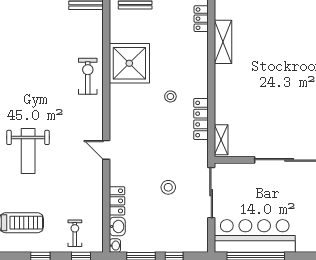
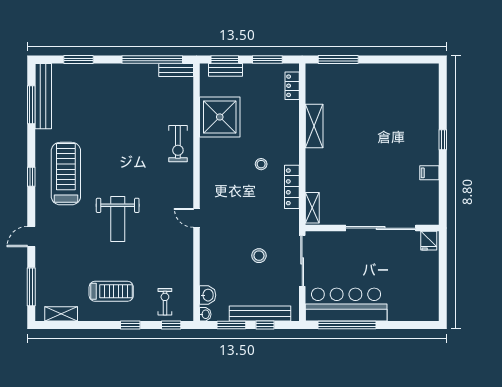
shelving: (223, 42) -> (314, 126), moved
shower: (129, 63) -> (220, 117), moved
exercise bike: (88, 76) -> (178, 144), turned 180
locker: (117, 201) -> (207, 269), removed
bench: (169, 245) -> (260, 314), added

